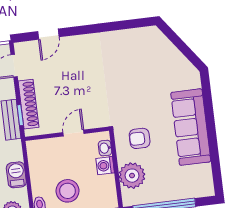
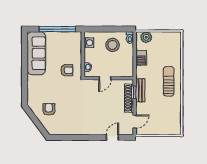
armchair: (162, 69) -> (49, 109), added
sofa: (191, 127) -> (36, 53), moved
washing machine: (105, 166) -> (89, 43), moved
plant: (132, 176) -> (74, 49), removed

